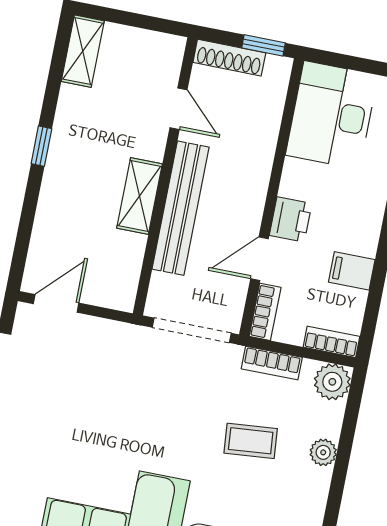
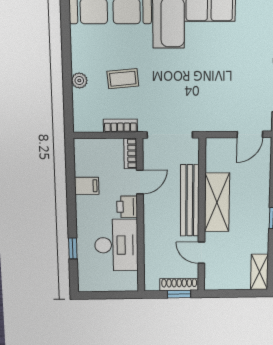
window: (263, 45) -> (179, 294), moved
desk: (332, 115) -> (116, 245), moved
shelving: (140, 196) -> (217, 202), width x1.50, depth x1.33
bookcase: (331, 342) -> (89, 144), removed
plant: (332, 382) -> (83, 122), removed

